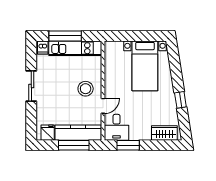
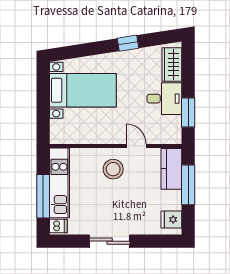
desk: (117, 127) -> (164, 99), moved
kitchen counter: (78, 133) -> (171, 169), width x0.67

